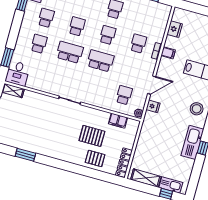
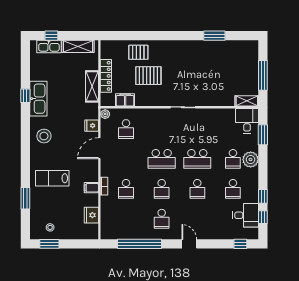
plant: (24, 39) -> (251, 159), added
shelving: (143, 140) -> (92, 86), added
locker: (124, 163) -> (106, 76), moved

